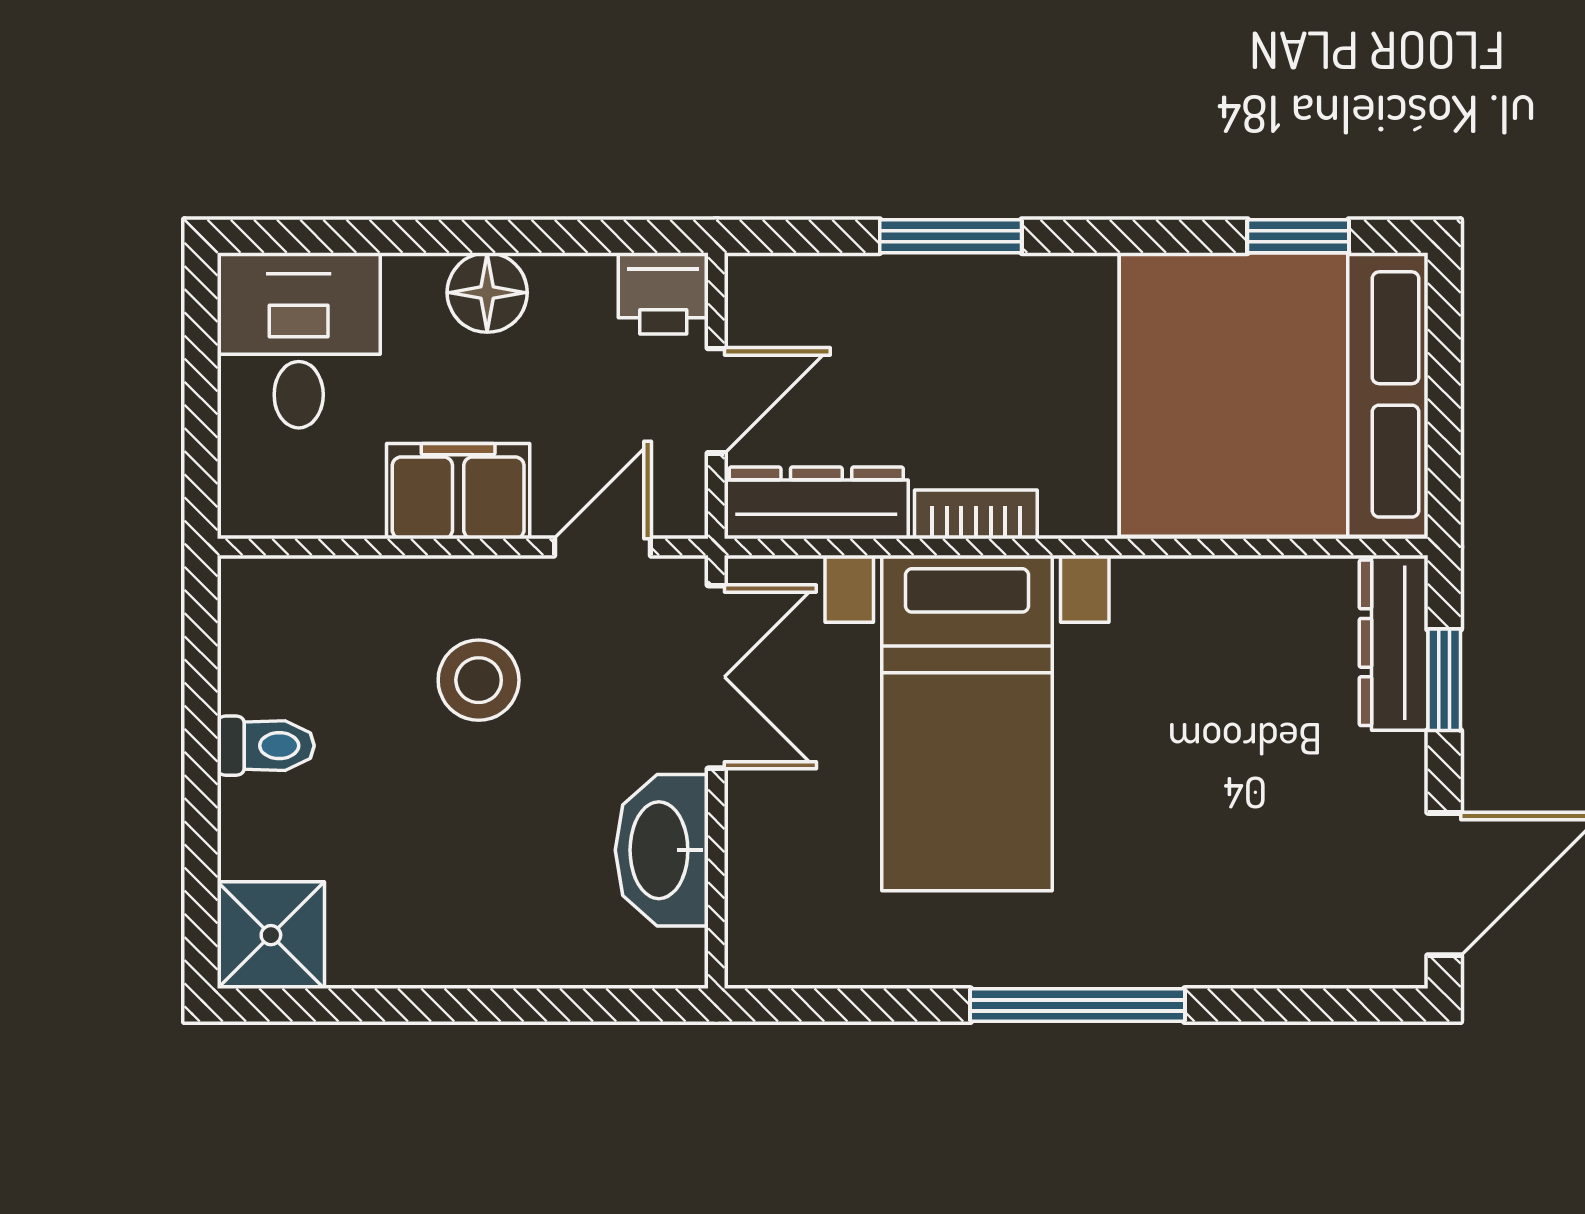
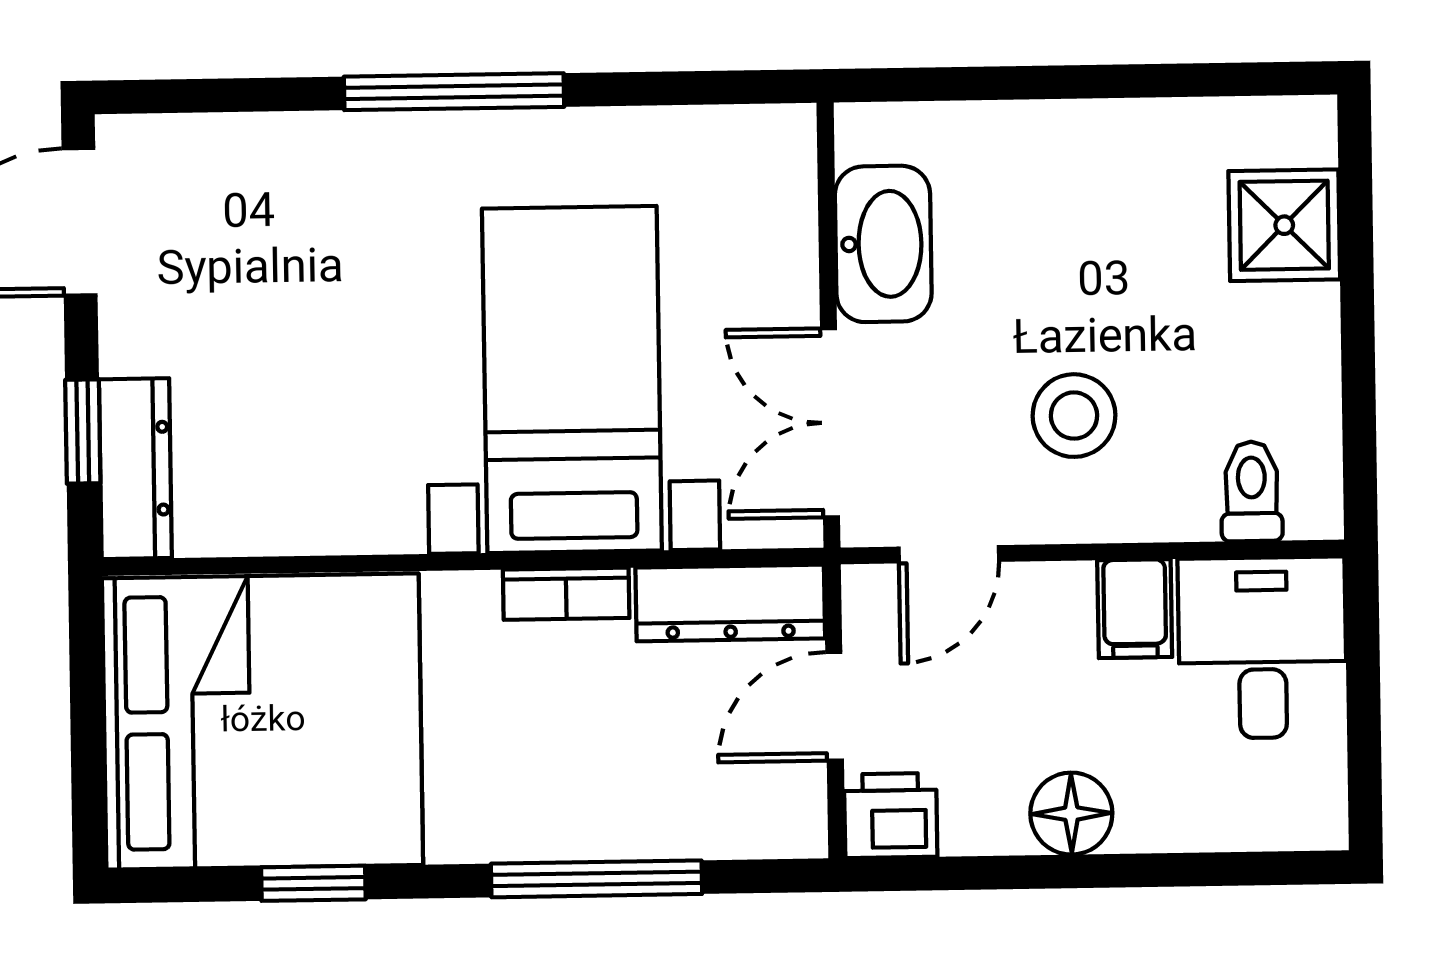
window: (951, 236) -> (597, 879), width x1.44
window: (1298, 236) -> (313, 883), moved
desk: (299, 340) -> (1262, 648), moved, turned 180
filing cabinet: (458, 491) -> (1135, 609), width x0.50
toilet: (266, 746) -> (1252, 491), moved, turned 90
shower: (271, 935) -> (1284, 225), moved

